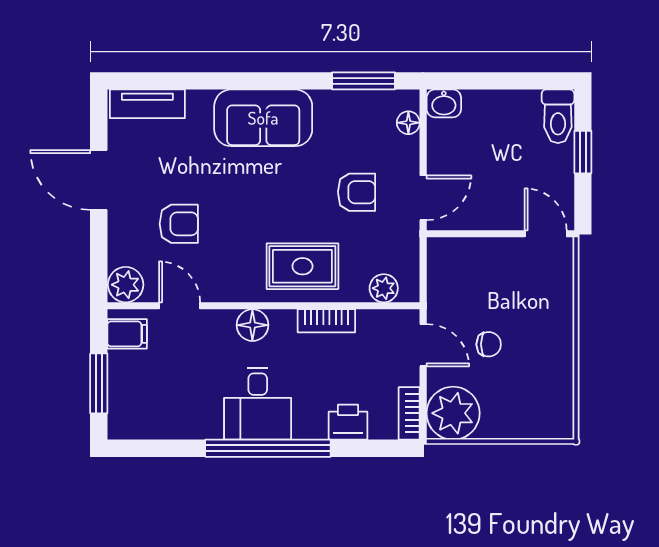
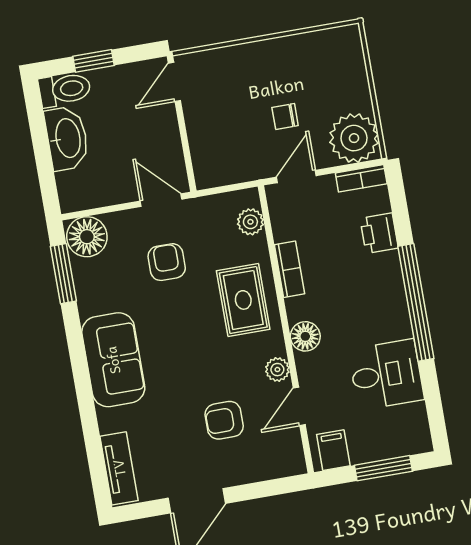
washbasin: (444, 103) -> (67, 138), moved, width x1.91, depth x1.45
floor lamp: (408, 123) -> (87, 237), width x1.89, depth x1.89
armchair: (179, 224) -> (224, 420), turned -90
plant: (126, 285) -> (277, 370), moved, width x0.73, depth x0.73
chair: (489, 344) -> (285, 117), turned -90
desk: (258, 404) -> (386, 375), moved

